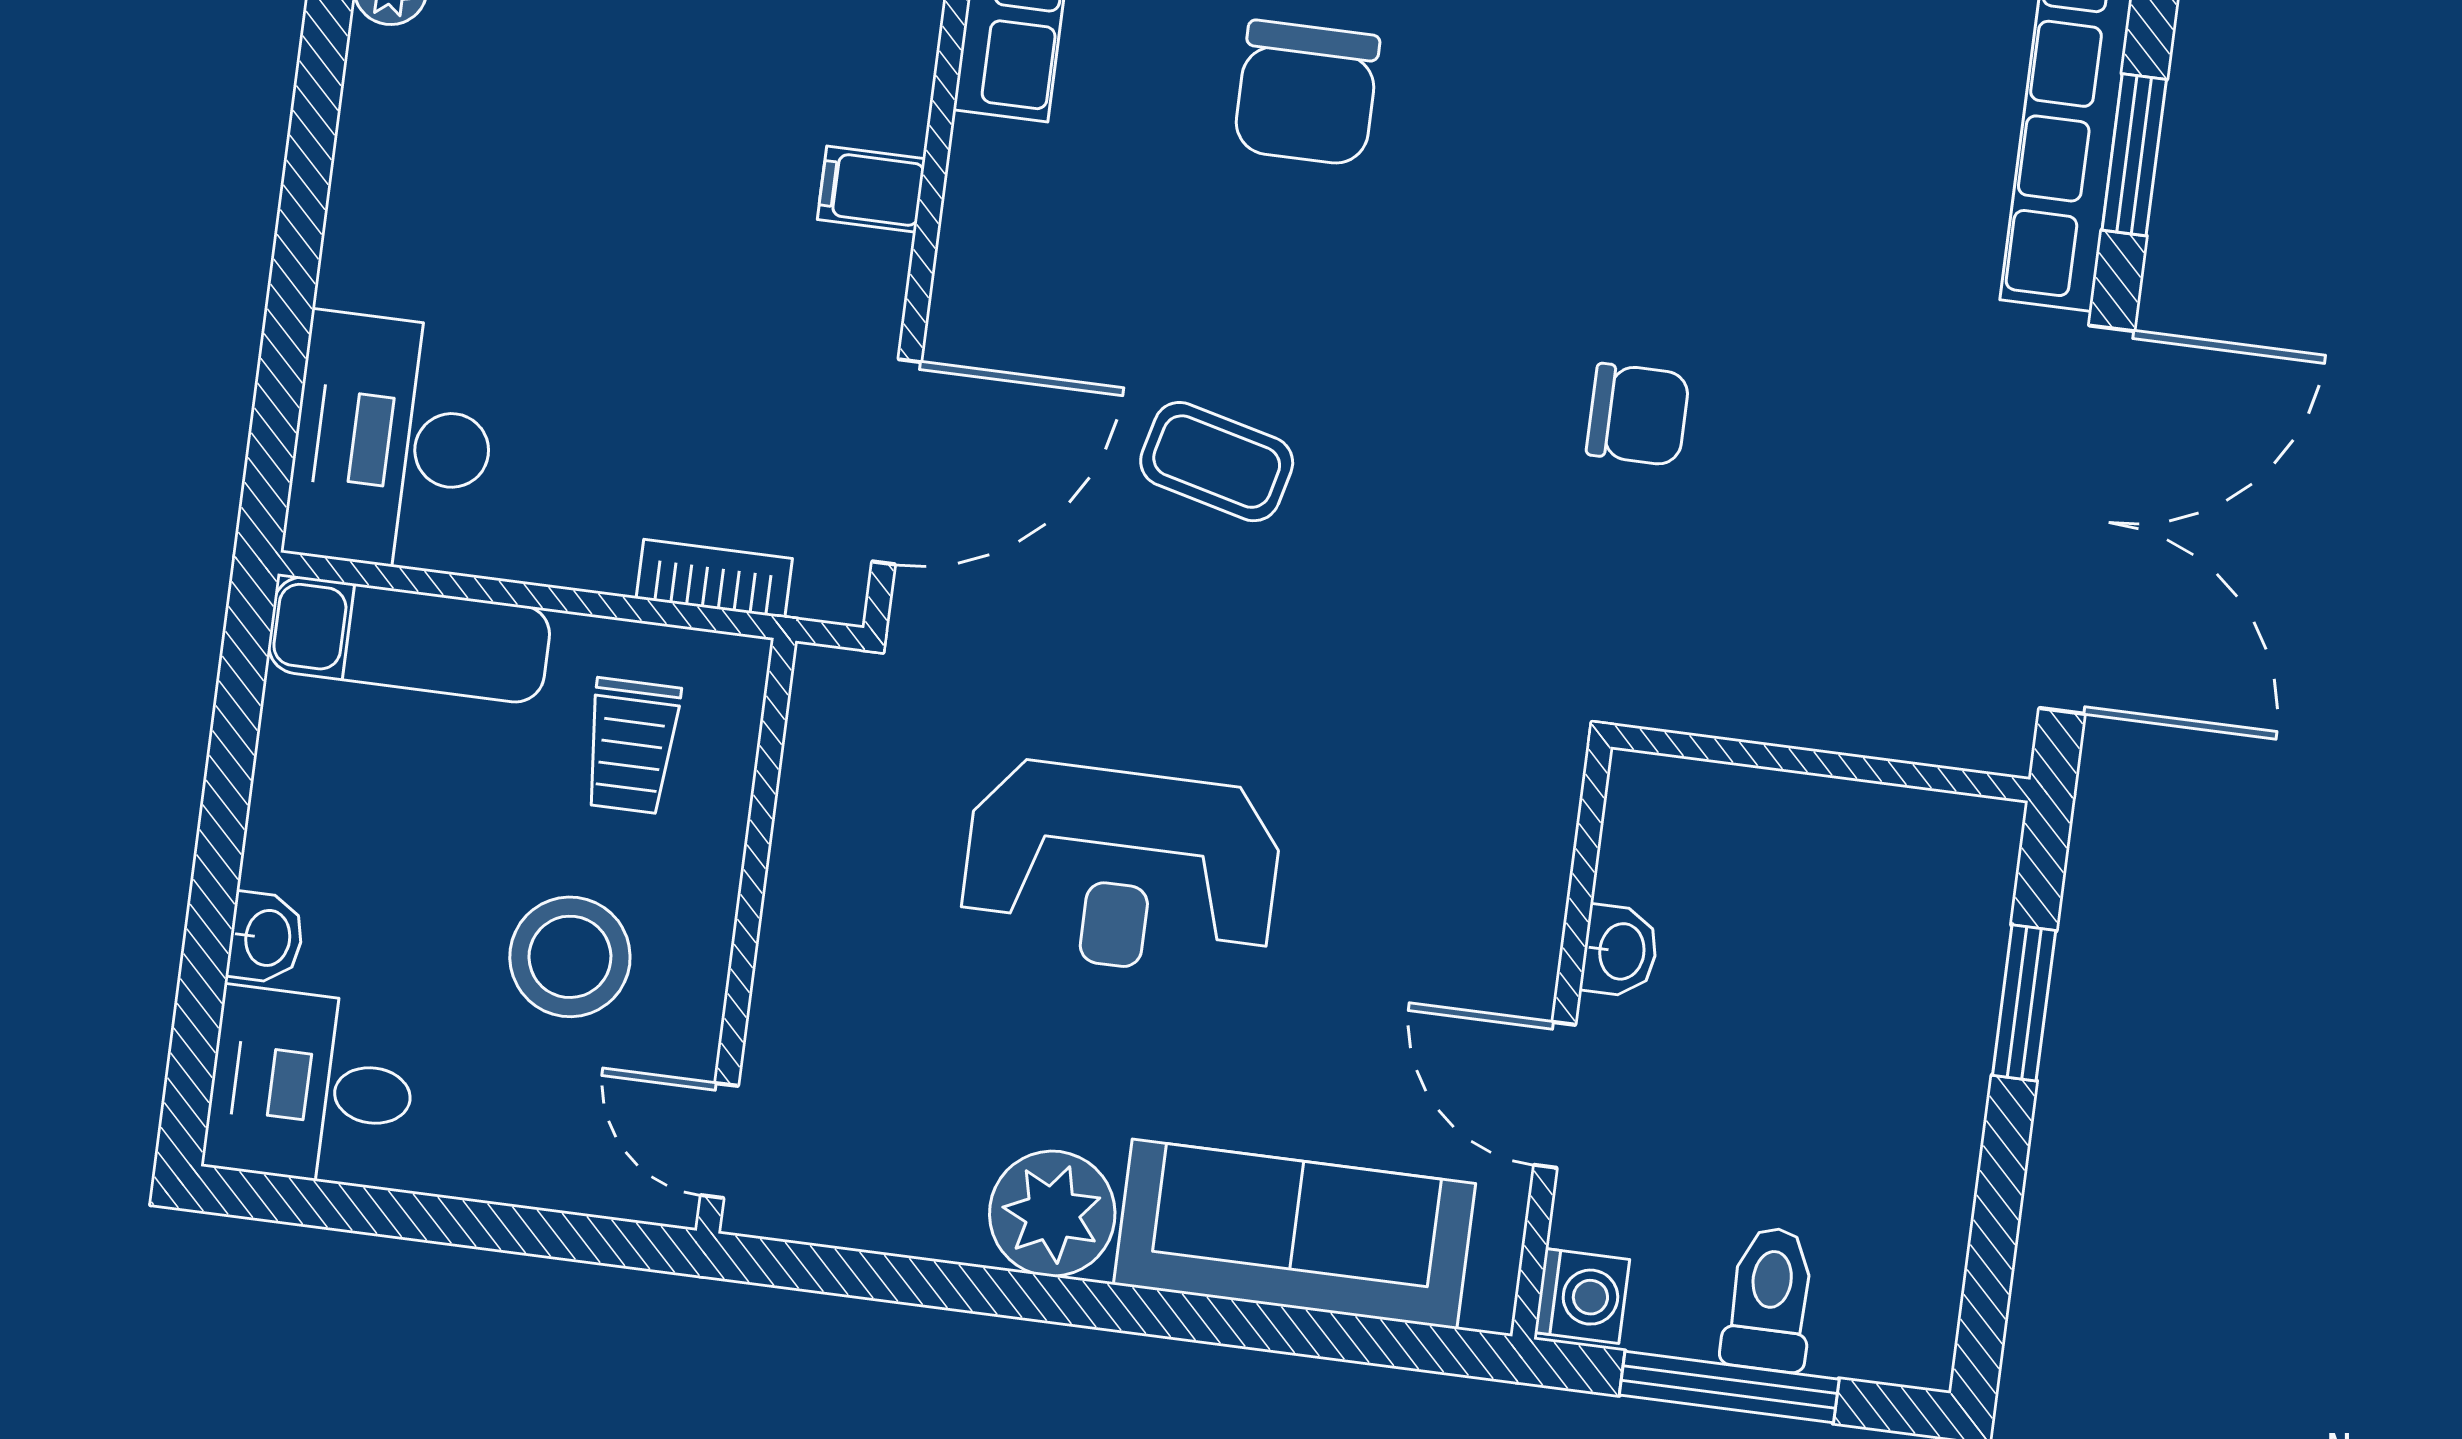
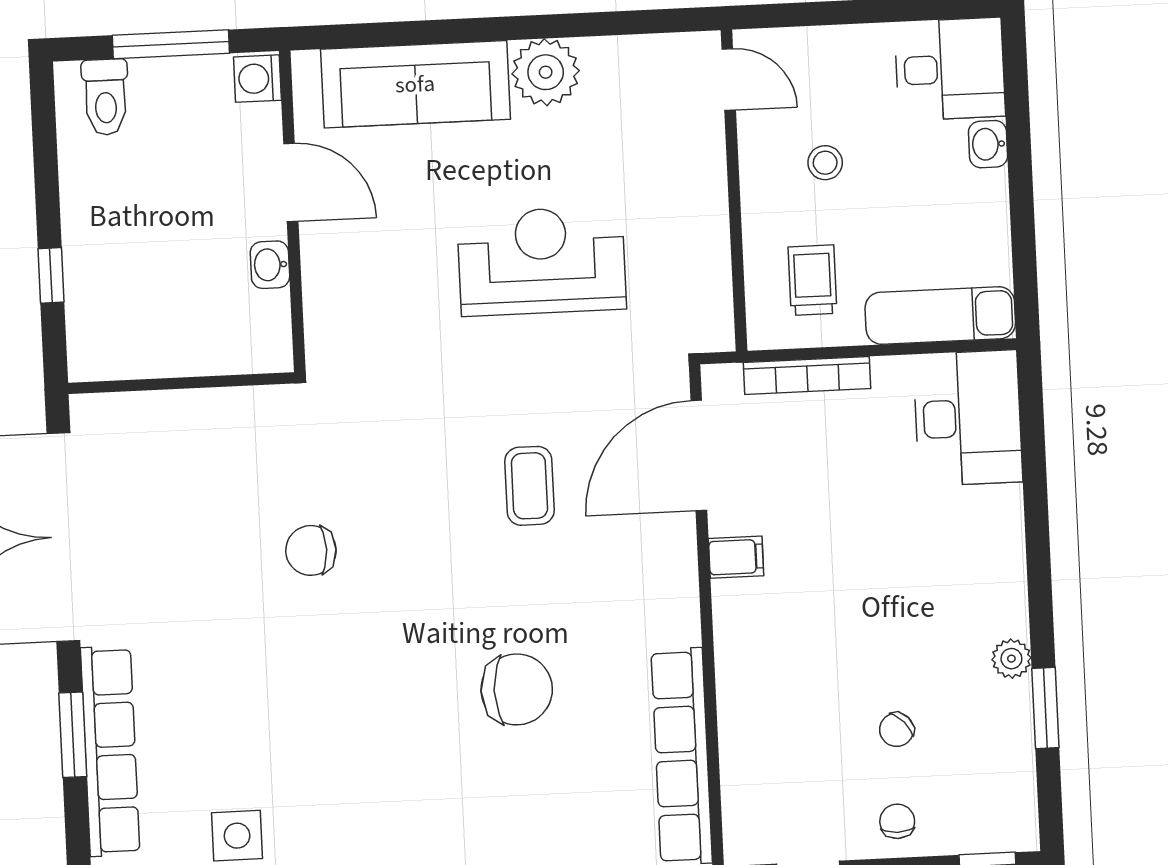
chair: (1307, 93) -> (517, 689), turned 90
filing cabinet: (871, 189) -> (736, 557), moved
coffee table: (1217, 462) -> (529, 486), turned 76
bookcase: (714, 579) -> (807, 375), width x1.56
stool: (570, 957) -> (825, 163), width x0.53, depth x0.53
window: (2024, 1003) -> (51, 275), width x0.67
toilet: (1770, 1299) -> (105, 97), moved

